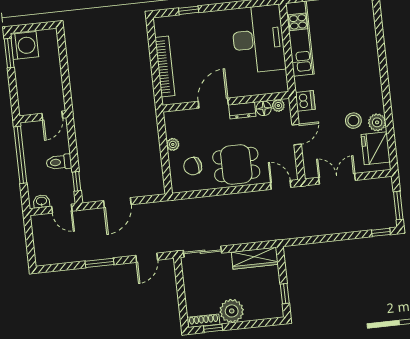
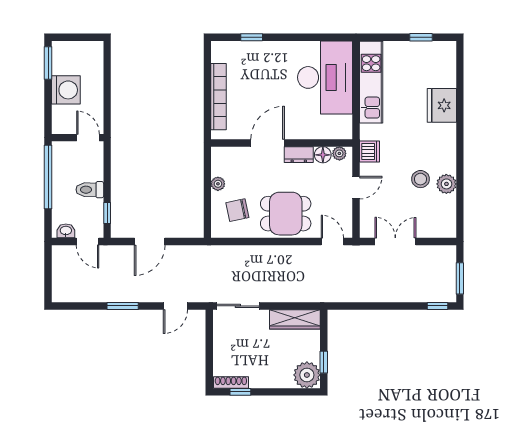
washing machine: (25, 46) -> (66, 90), moved
door: (52, 116) -> (88, 138), swing flipped
fridge: (376, 148) -> (442, 105), moved
plant: (232, 311) -> (307, 375), moved

